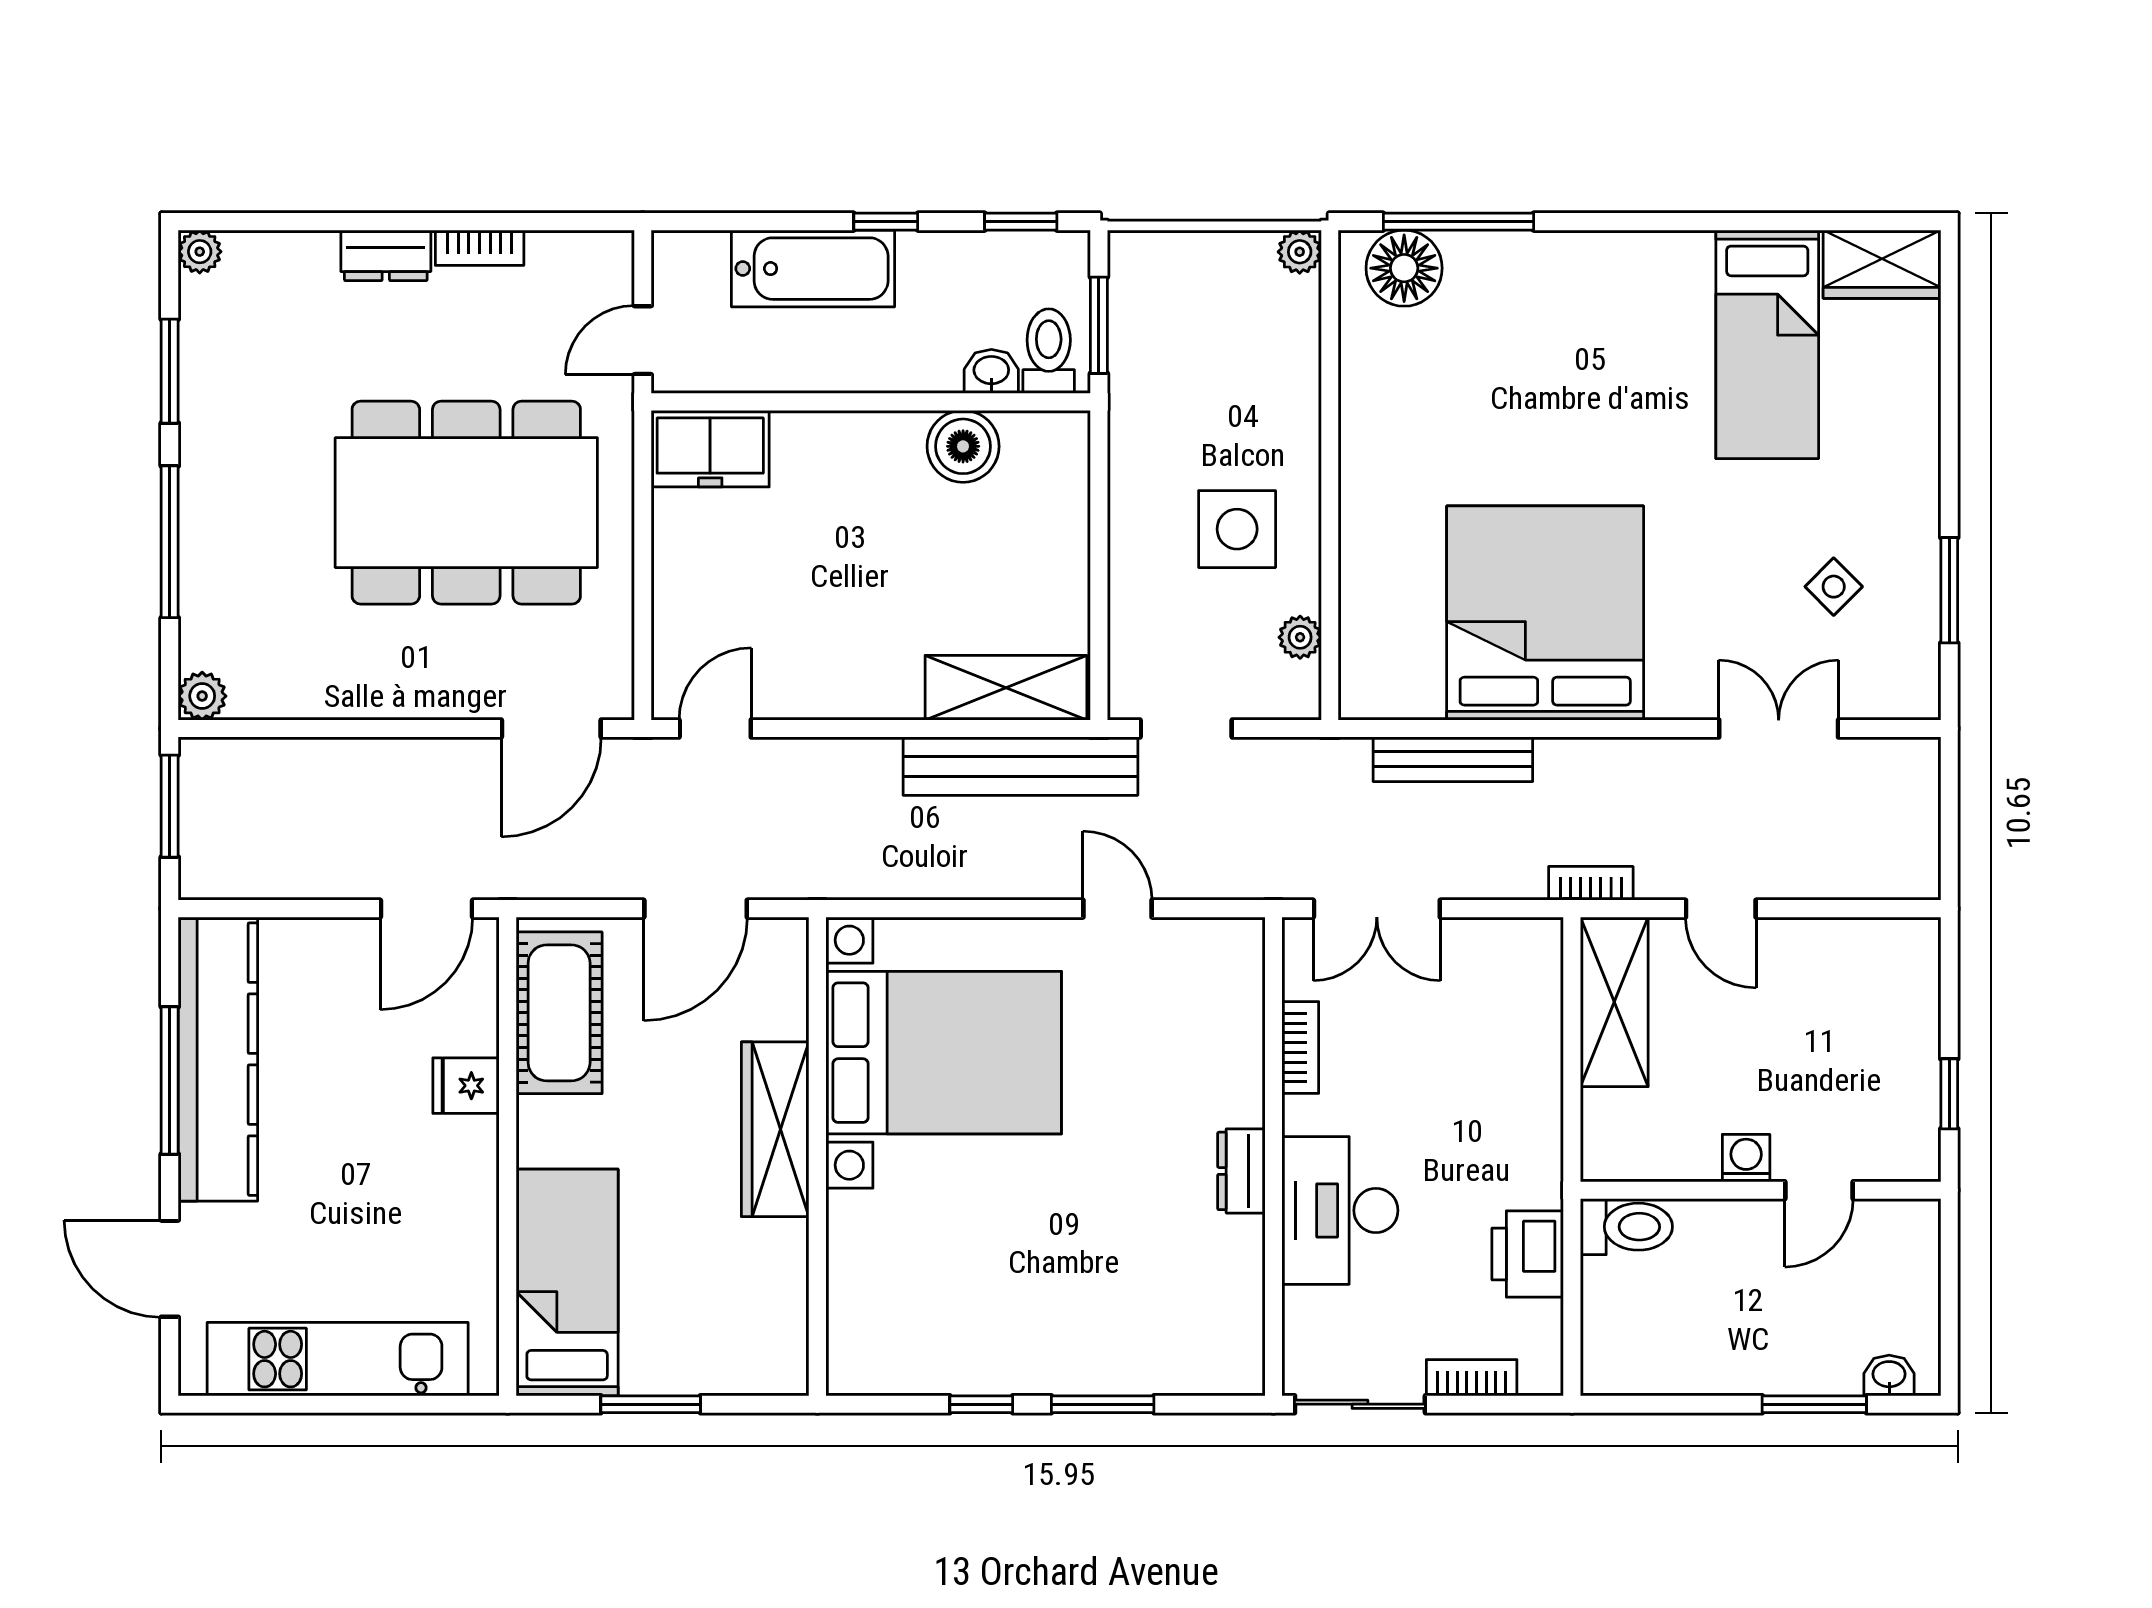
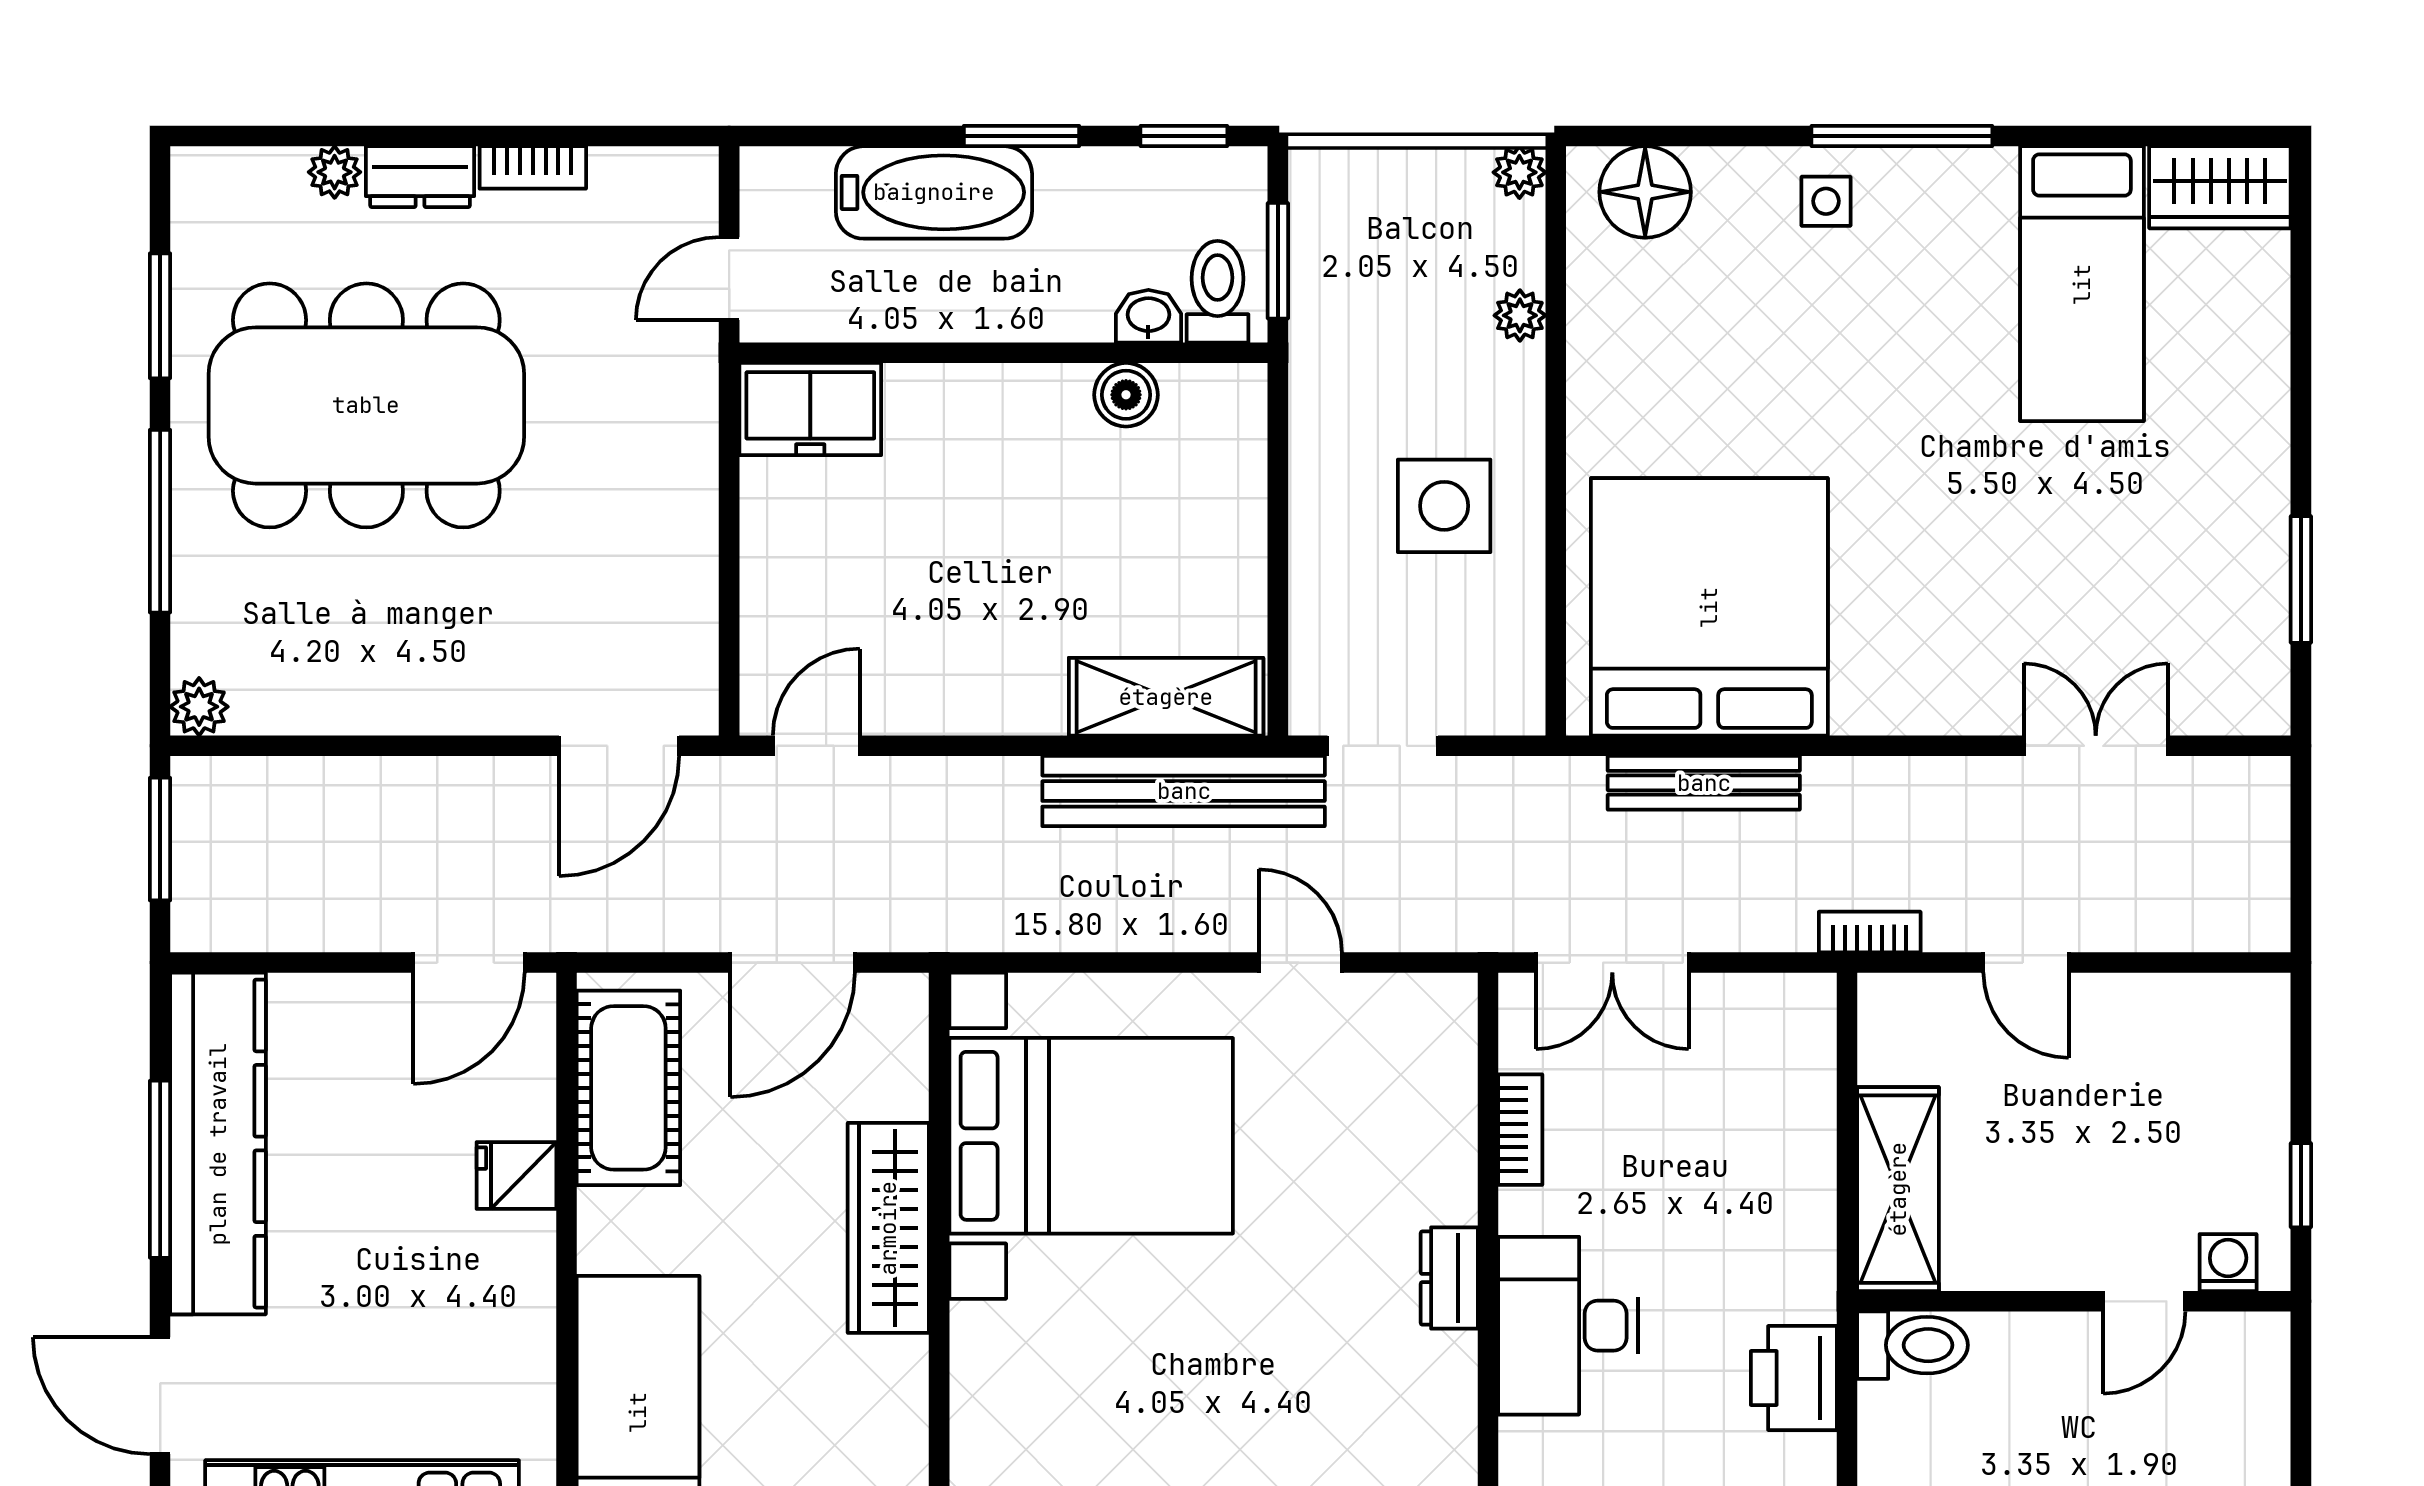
window: (886, 222) -> (1022, 136), width x1.50
window: (1458, 222) -> (1902, 136), moved
plant: (200, 252) -> (335, 172), moved
boiler: (963, 446) -> (1126, 395), width x0.73, depth x0.73
dining table: (466, 503) -> (366, 405), moved
side table: (1834, 587) -> (1826, 201), moved, turned 45
bed: (1545, 613) -> (1709, 607), moved
plant: (1300, 637) -> (1520, 315), moved
shelving: (1614, 1002) -> (1898, 1189), moved
washing machine: (1746, 1158) -> (2228, 1263), moved

